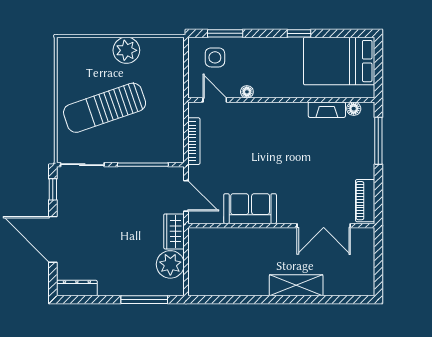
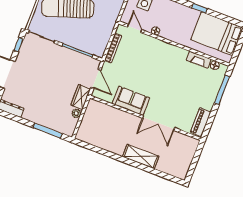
double door: (324, 226) -> (159, 123), moved
plant: (170, 264) -> (76, 113), width x0.53, depth x0.53

